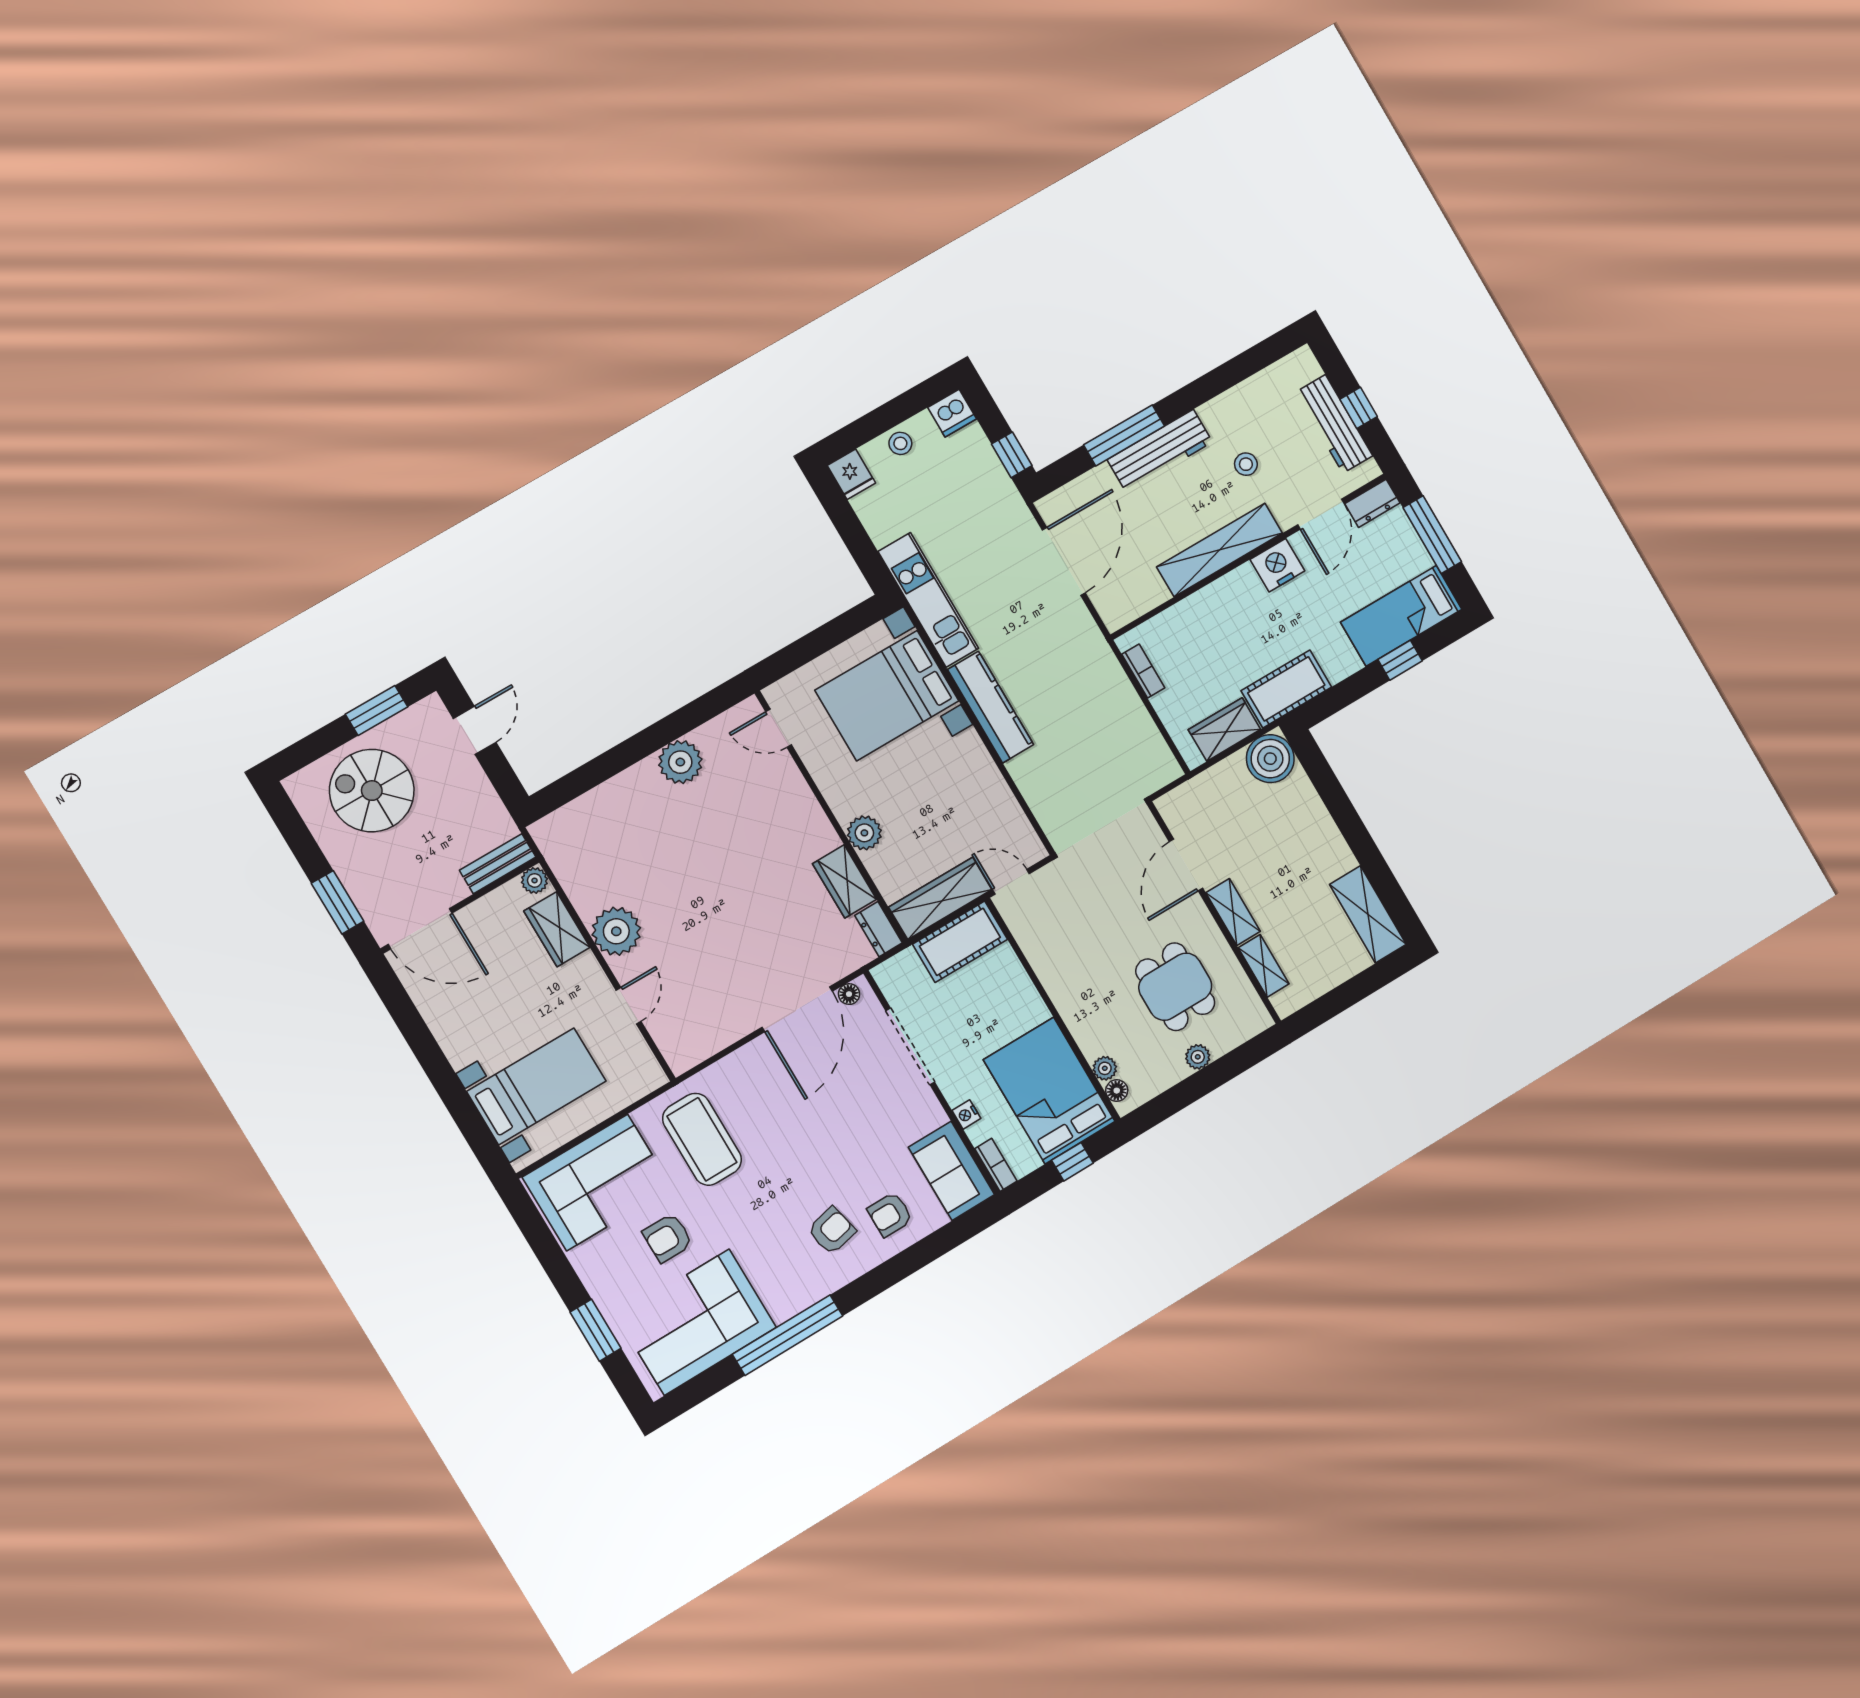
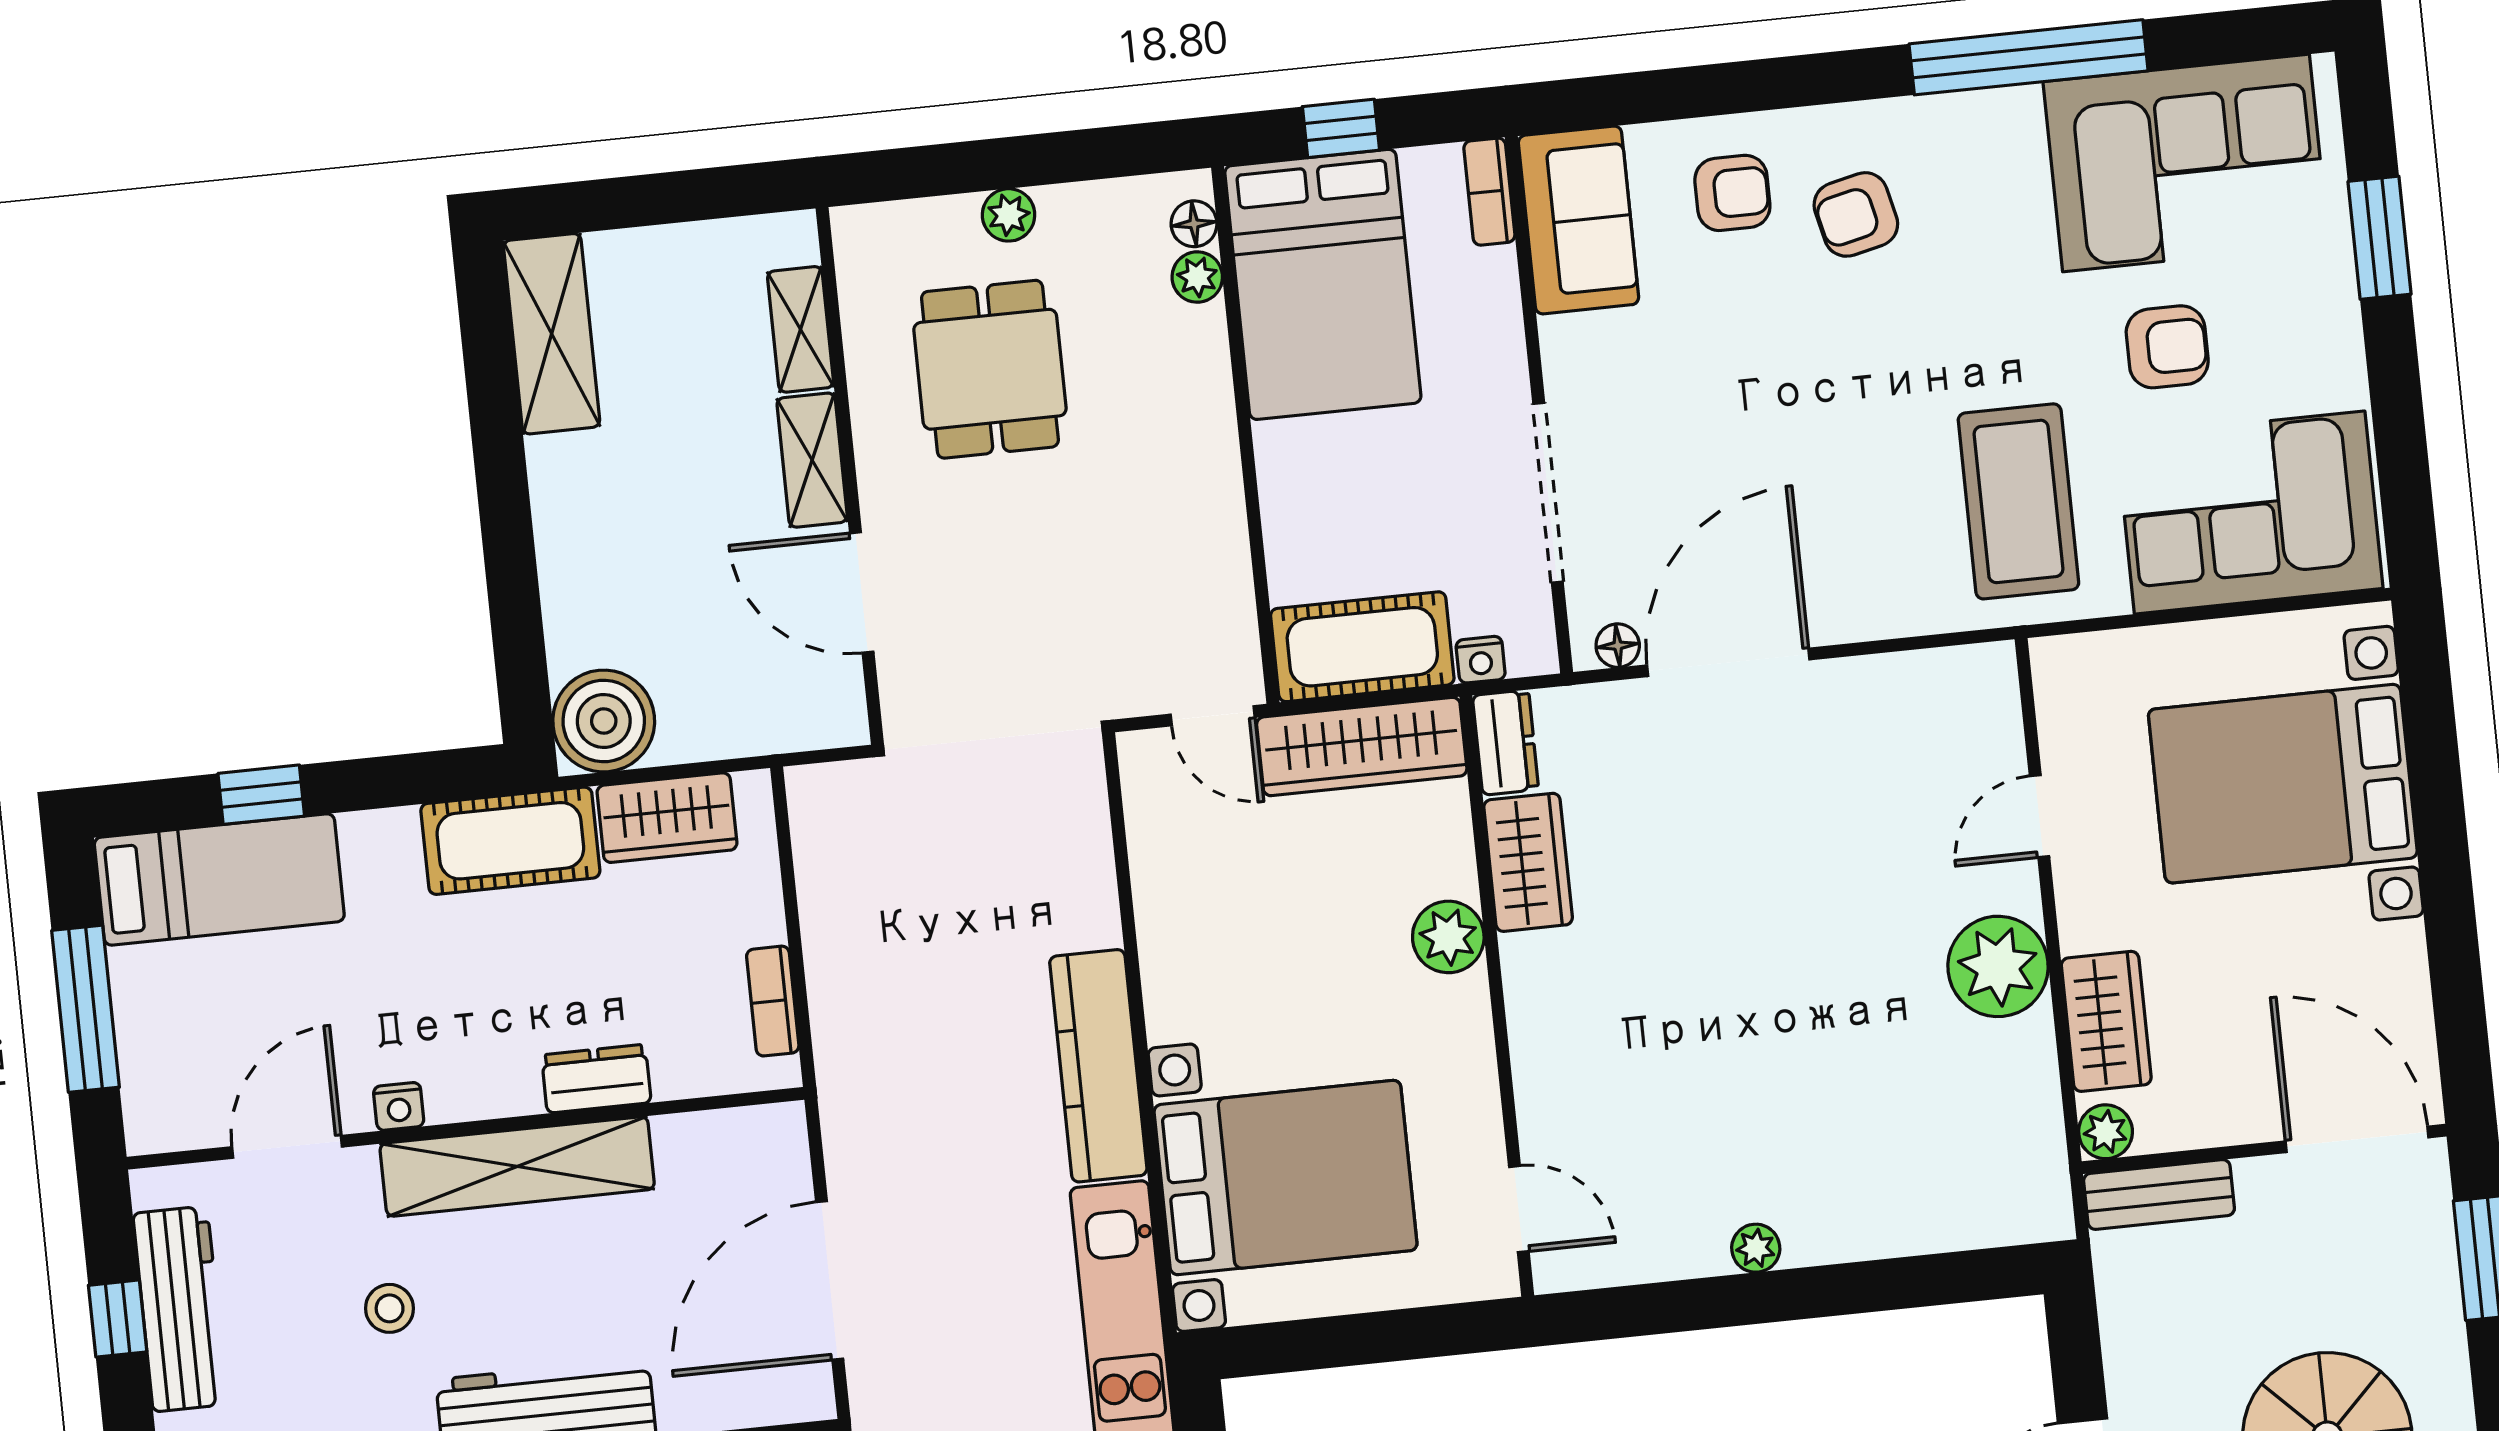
dresser: (1372, 503) -> (596, 1079), moved
nightstand: (1277, 565) -> (399, 1106), width x0.53, depth x0.56
plant: (680, 762) -> (1756, 1248), width x0.53, depth x0.53
door: (1186, 865) -> (862, 592), swing flipped
bed with nightstands: (536, 1086) -> (2283, 784), width x1.36
nightstand: (966, 1114) -> (1481, 660), moved, turned 90

